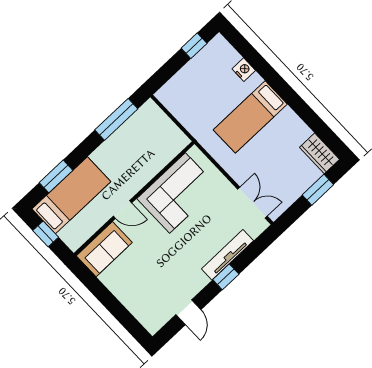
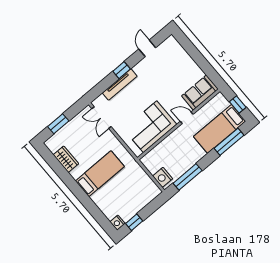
nightstand: (244, 70) -> (118, 223), moved
nightstand: (154, 117) -> (163, 177), added
wardrobe: (319, 153) -> (66, 159), moved
window: (56, 176) -> (229, 142), width x1.44

